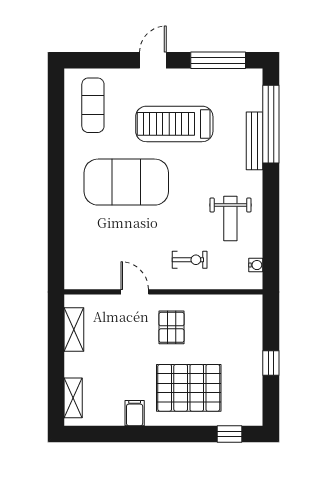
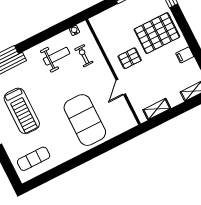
exercise mat: (126, 182) -> (85, 120), moved
exercise bike: (190, 260) -> (84, 56), moved
pallet: (189, 388) -> (157, 33), turned 90

